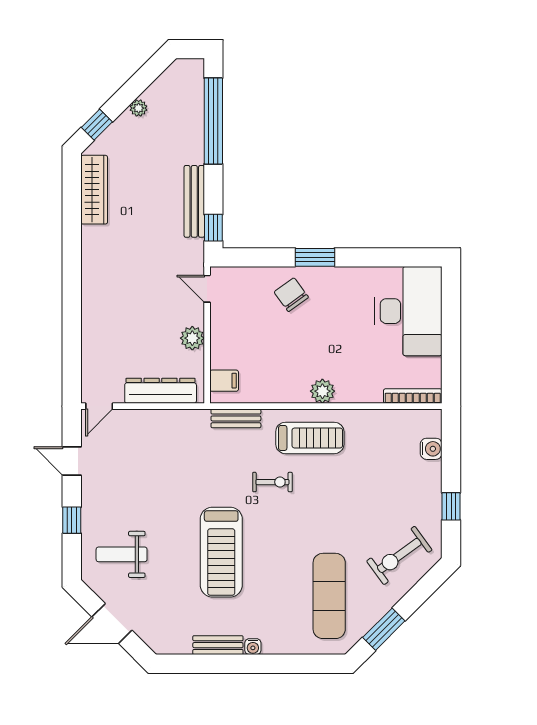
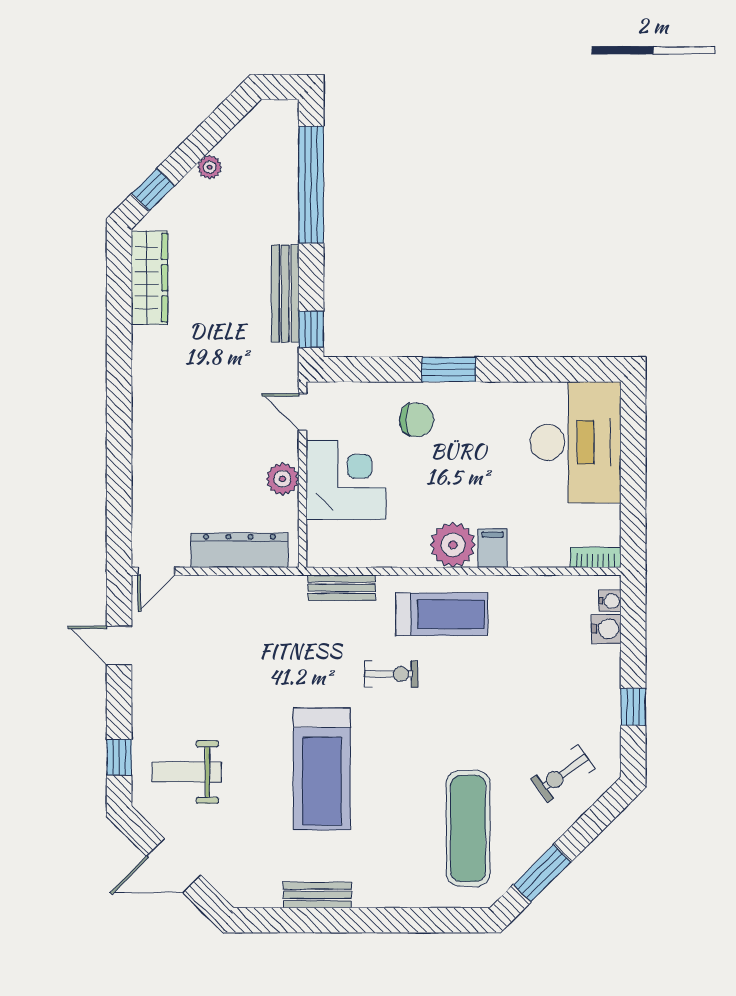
chair: (291, 295) -> (417, 420), turned 126
corner desk: (239, 339) -> (346, 480), added
filing cabinet: (224, 381) -> (493, 548), moved, turned -90
plant: (322, 391) -> (453, 545), width x1.36, depth x1.36
bookcase: (413, 396) -> (596, 557), width x0.64
window: (72, 520) -> (119, 757), moved
exercise bike: (399, 555) -> (563, 773), width x0.73, depth x0.72
water cooler: (253, 647) -> (610, 601), moved, turned -90

